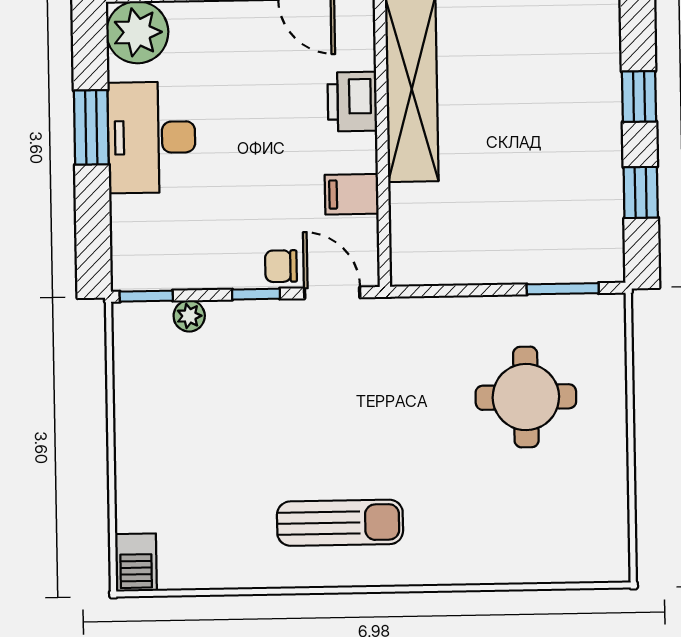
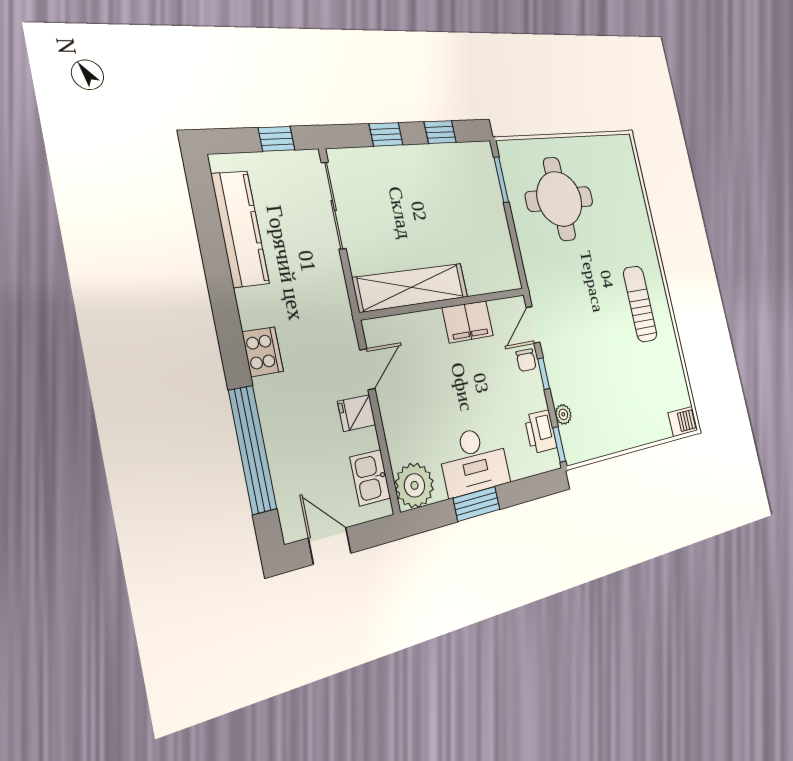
printer: (352, 102) -> (541, 432), moved, turned 90
filing cabinet: (352, 194) -> (468, 322), width x2.00
round table: (526, 397) -> (559, 199), width x1.36, depth x1.36

